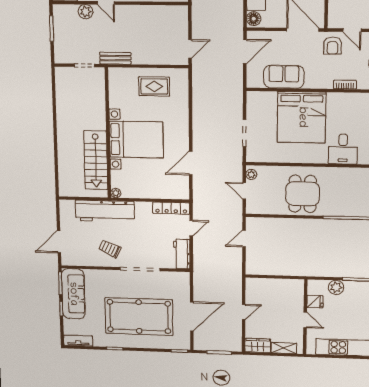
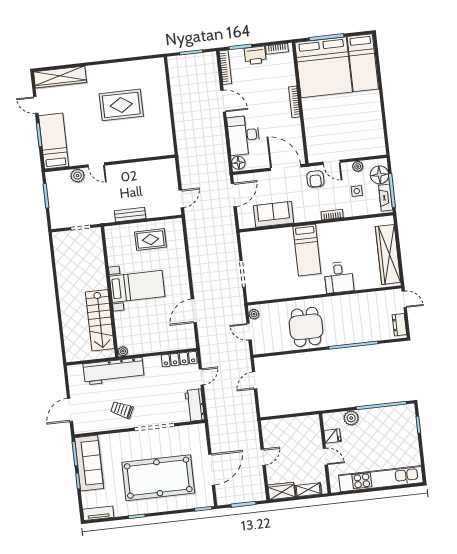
bench: (115, 58) -> (130, 215), moved
bed: (302, 117) -> (307, 250), width x0.49
bed with nightstands: (136, 140) -> (137, 286), width x0.73

